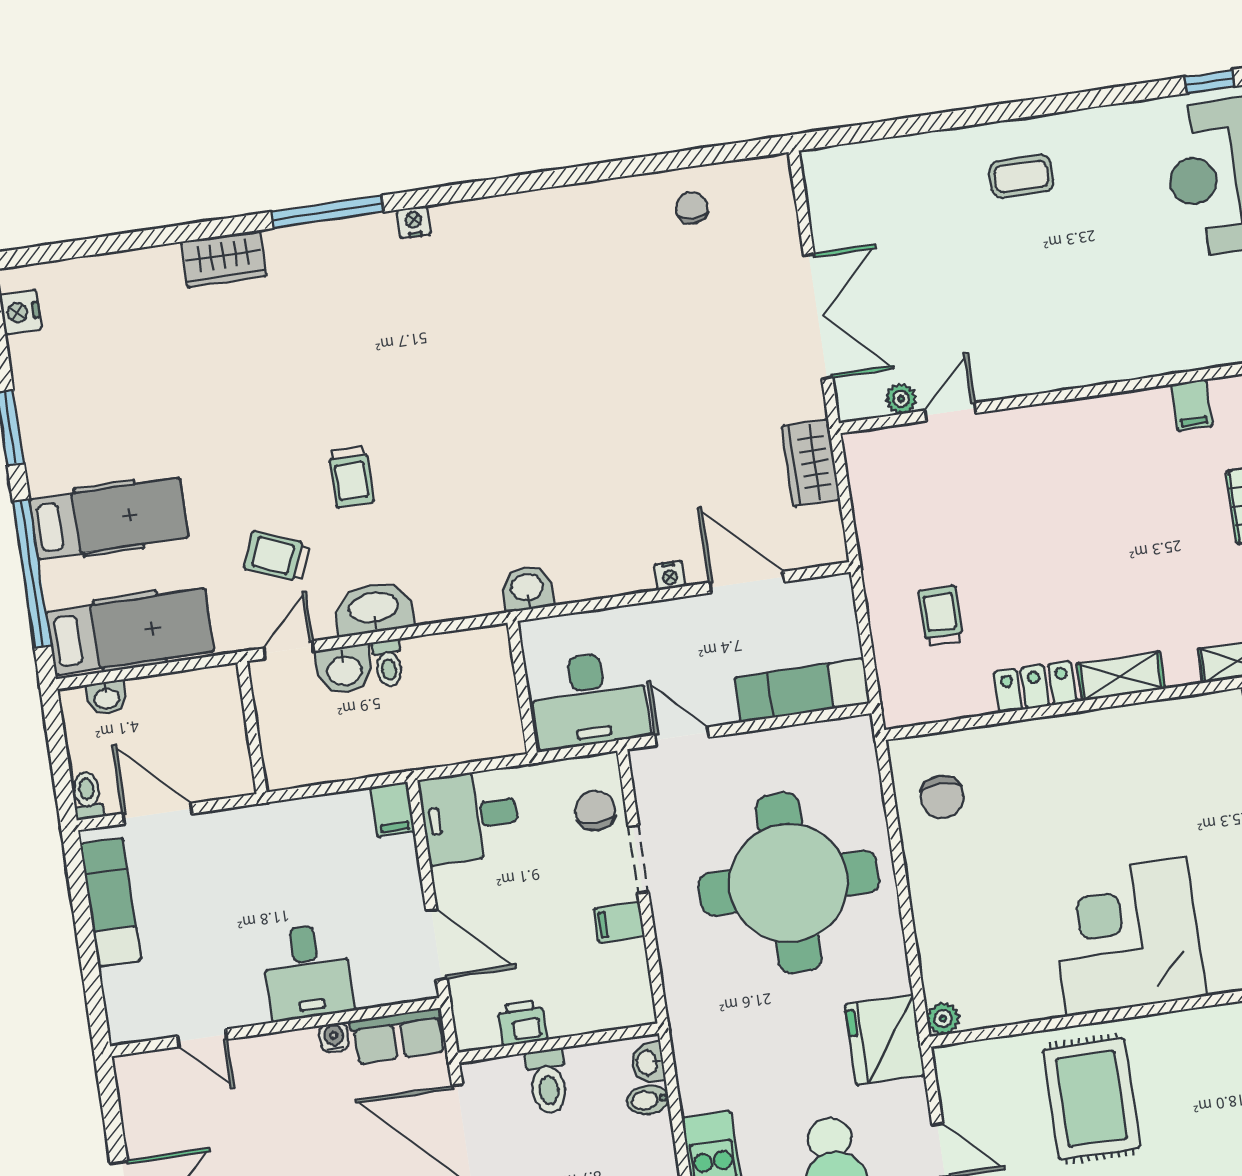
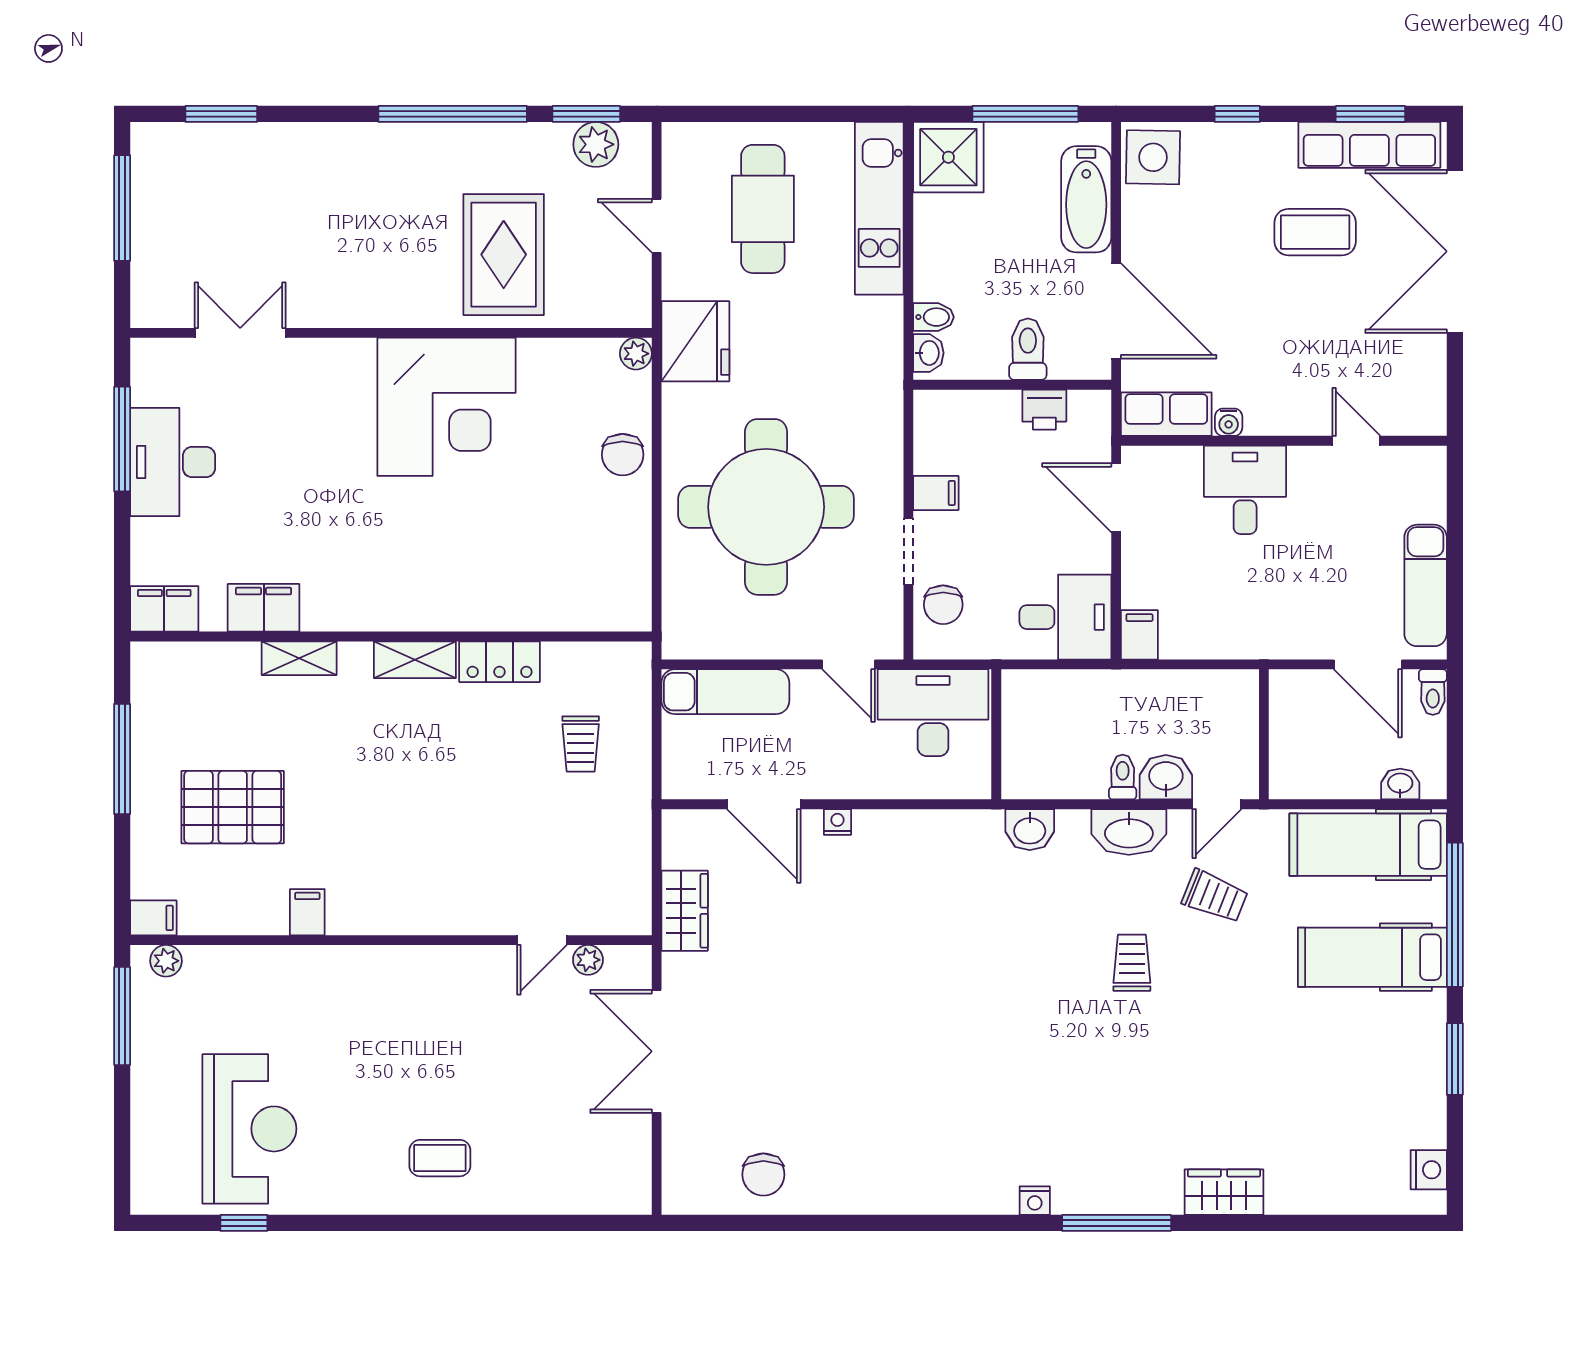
chair: (692, 208) -> (763, 1174), width x1.37, depth x1.37
washbasin: (527, 588) -> (1030, 830), moved
chair: (942, 797) -> (623, 455), moved, turned 180

